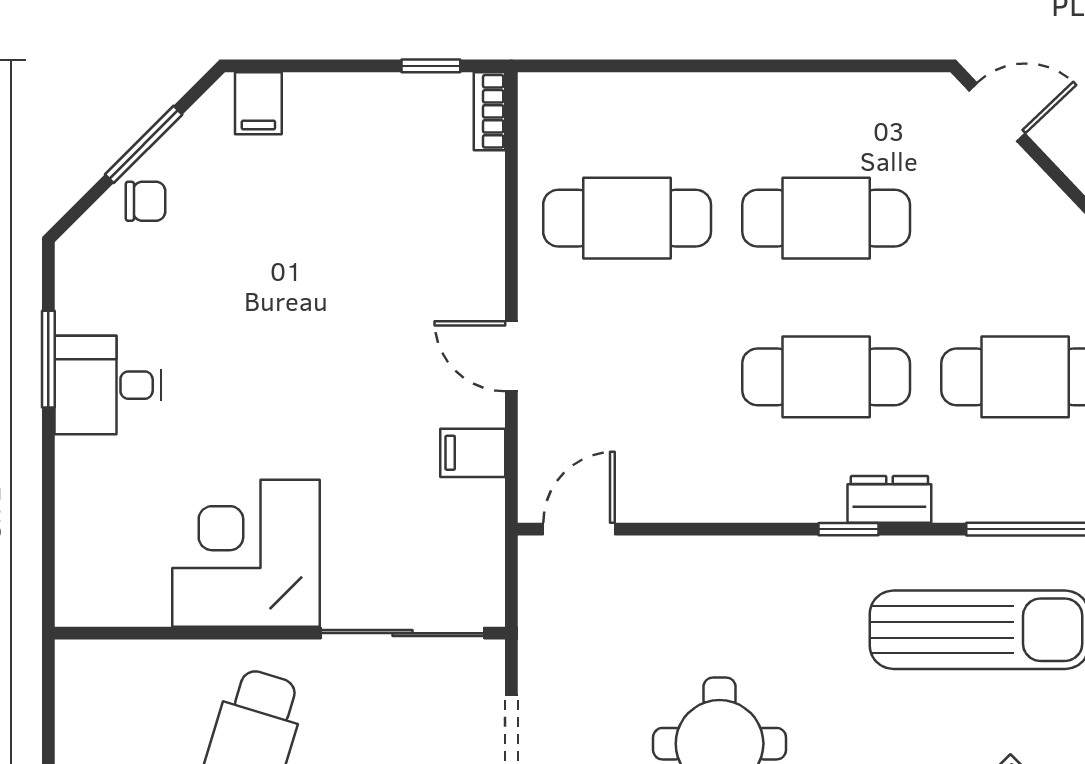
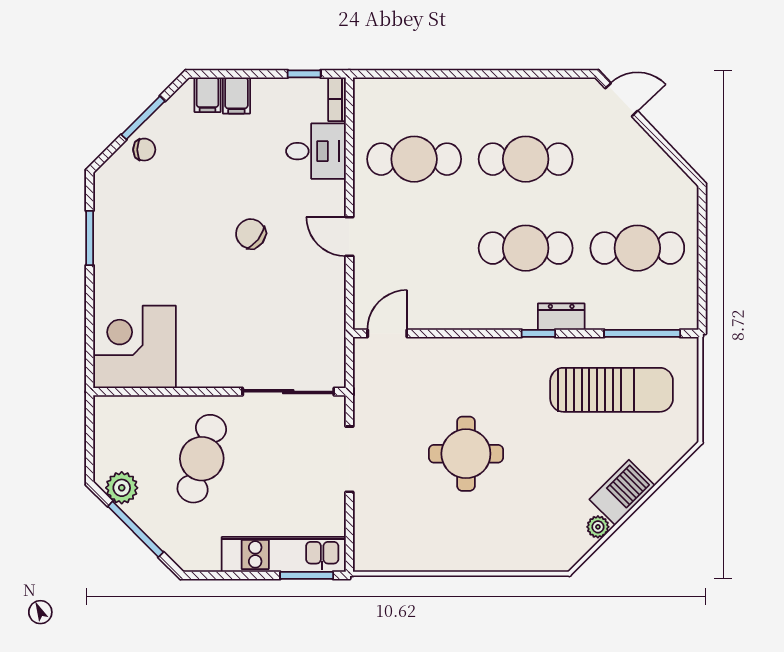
chair: (336, 351) -> (251, 234), added
desk: (108, 385) -> (316, 151), moved, turned 180
filing cabinet: (473, 453) -> (236, 95), moved, turned -90
corner desk: (246, 553) -> (134, 347), moved

